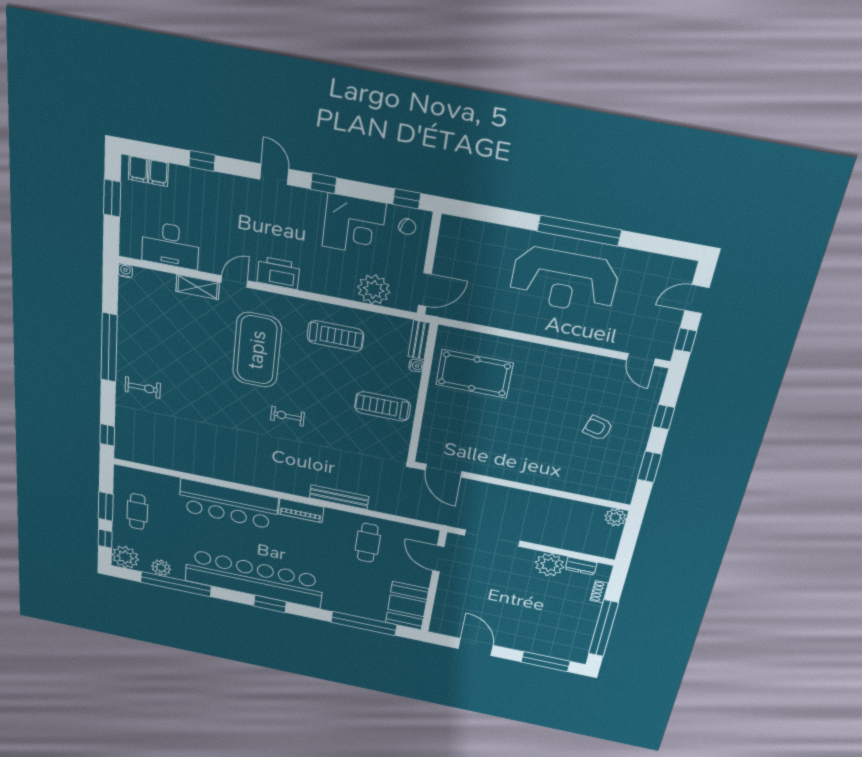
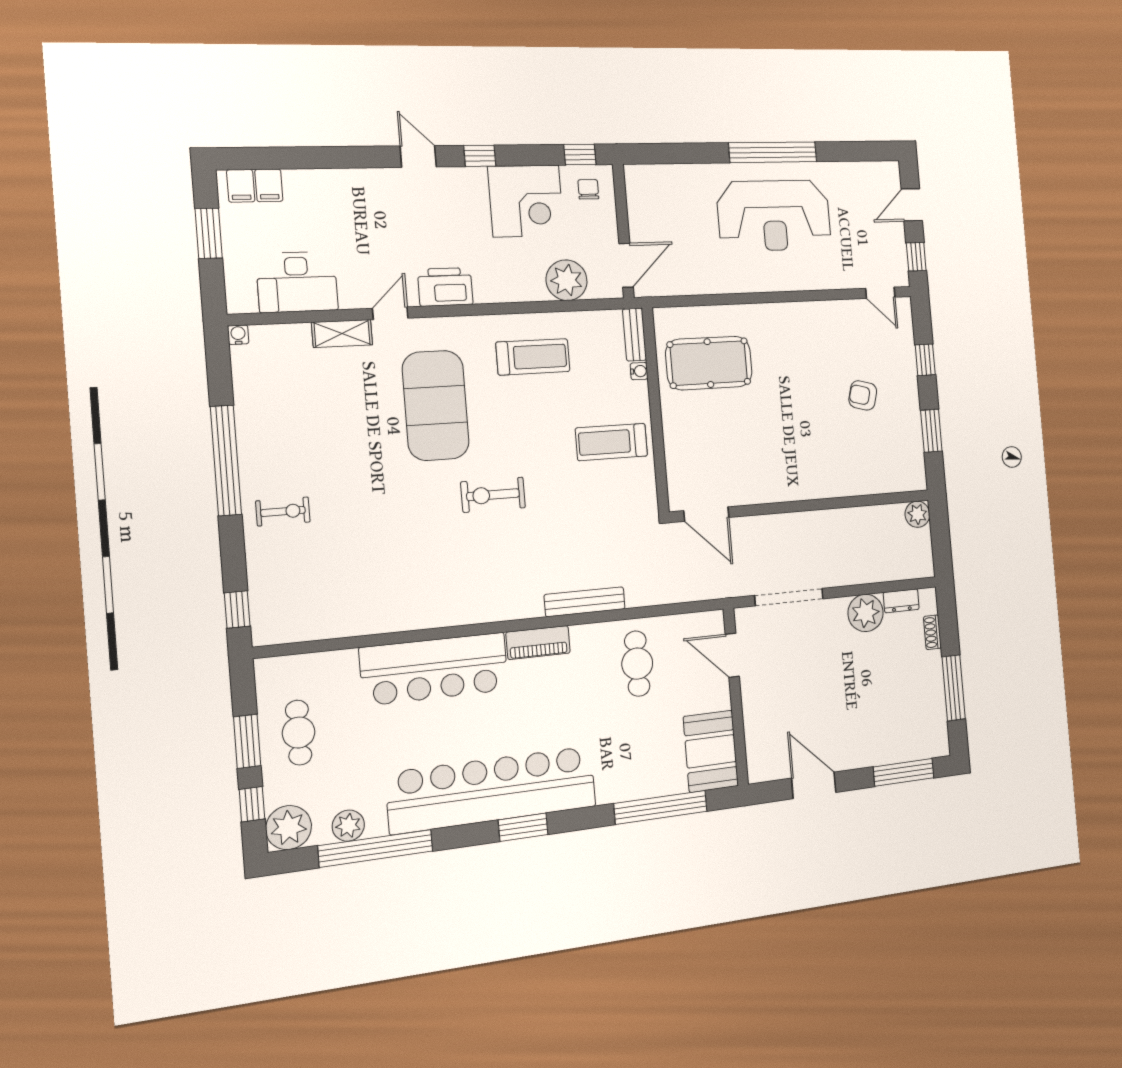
window: (202, 161) -> (324, 158), removed
chair: (407, 227) -> (588, 189), turned -114
exercise bike: (287, 416) -> (493, 495), width x1.38, depth x1.39
window: (603, 628) -> (954, 688), width x0.68

